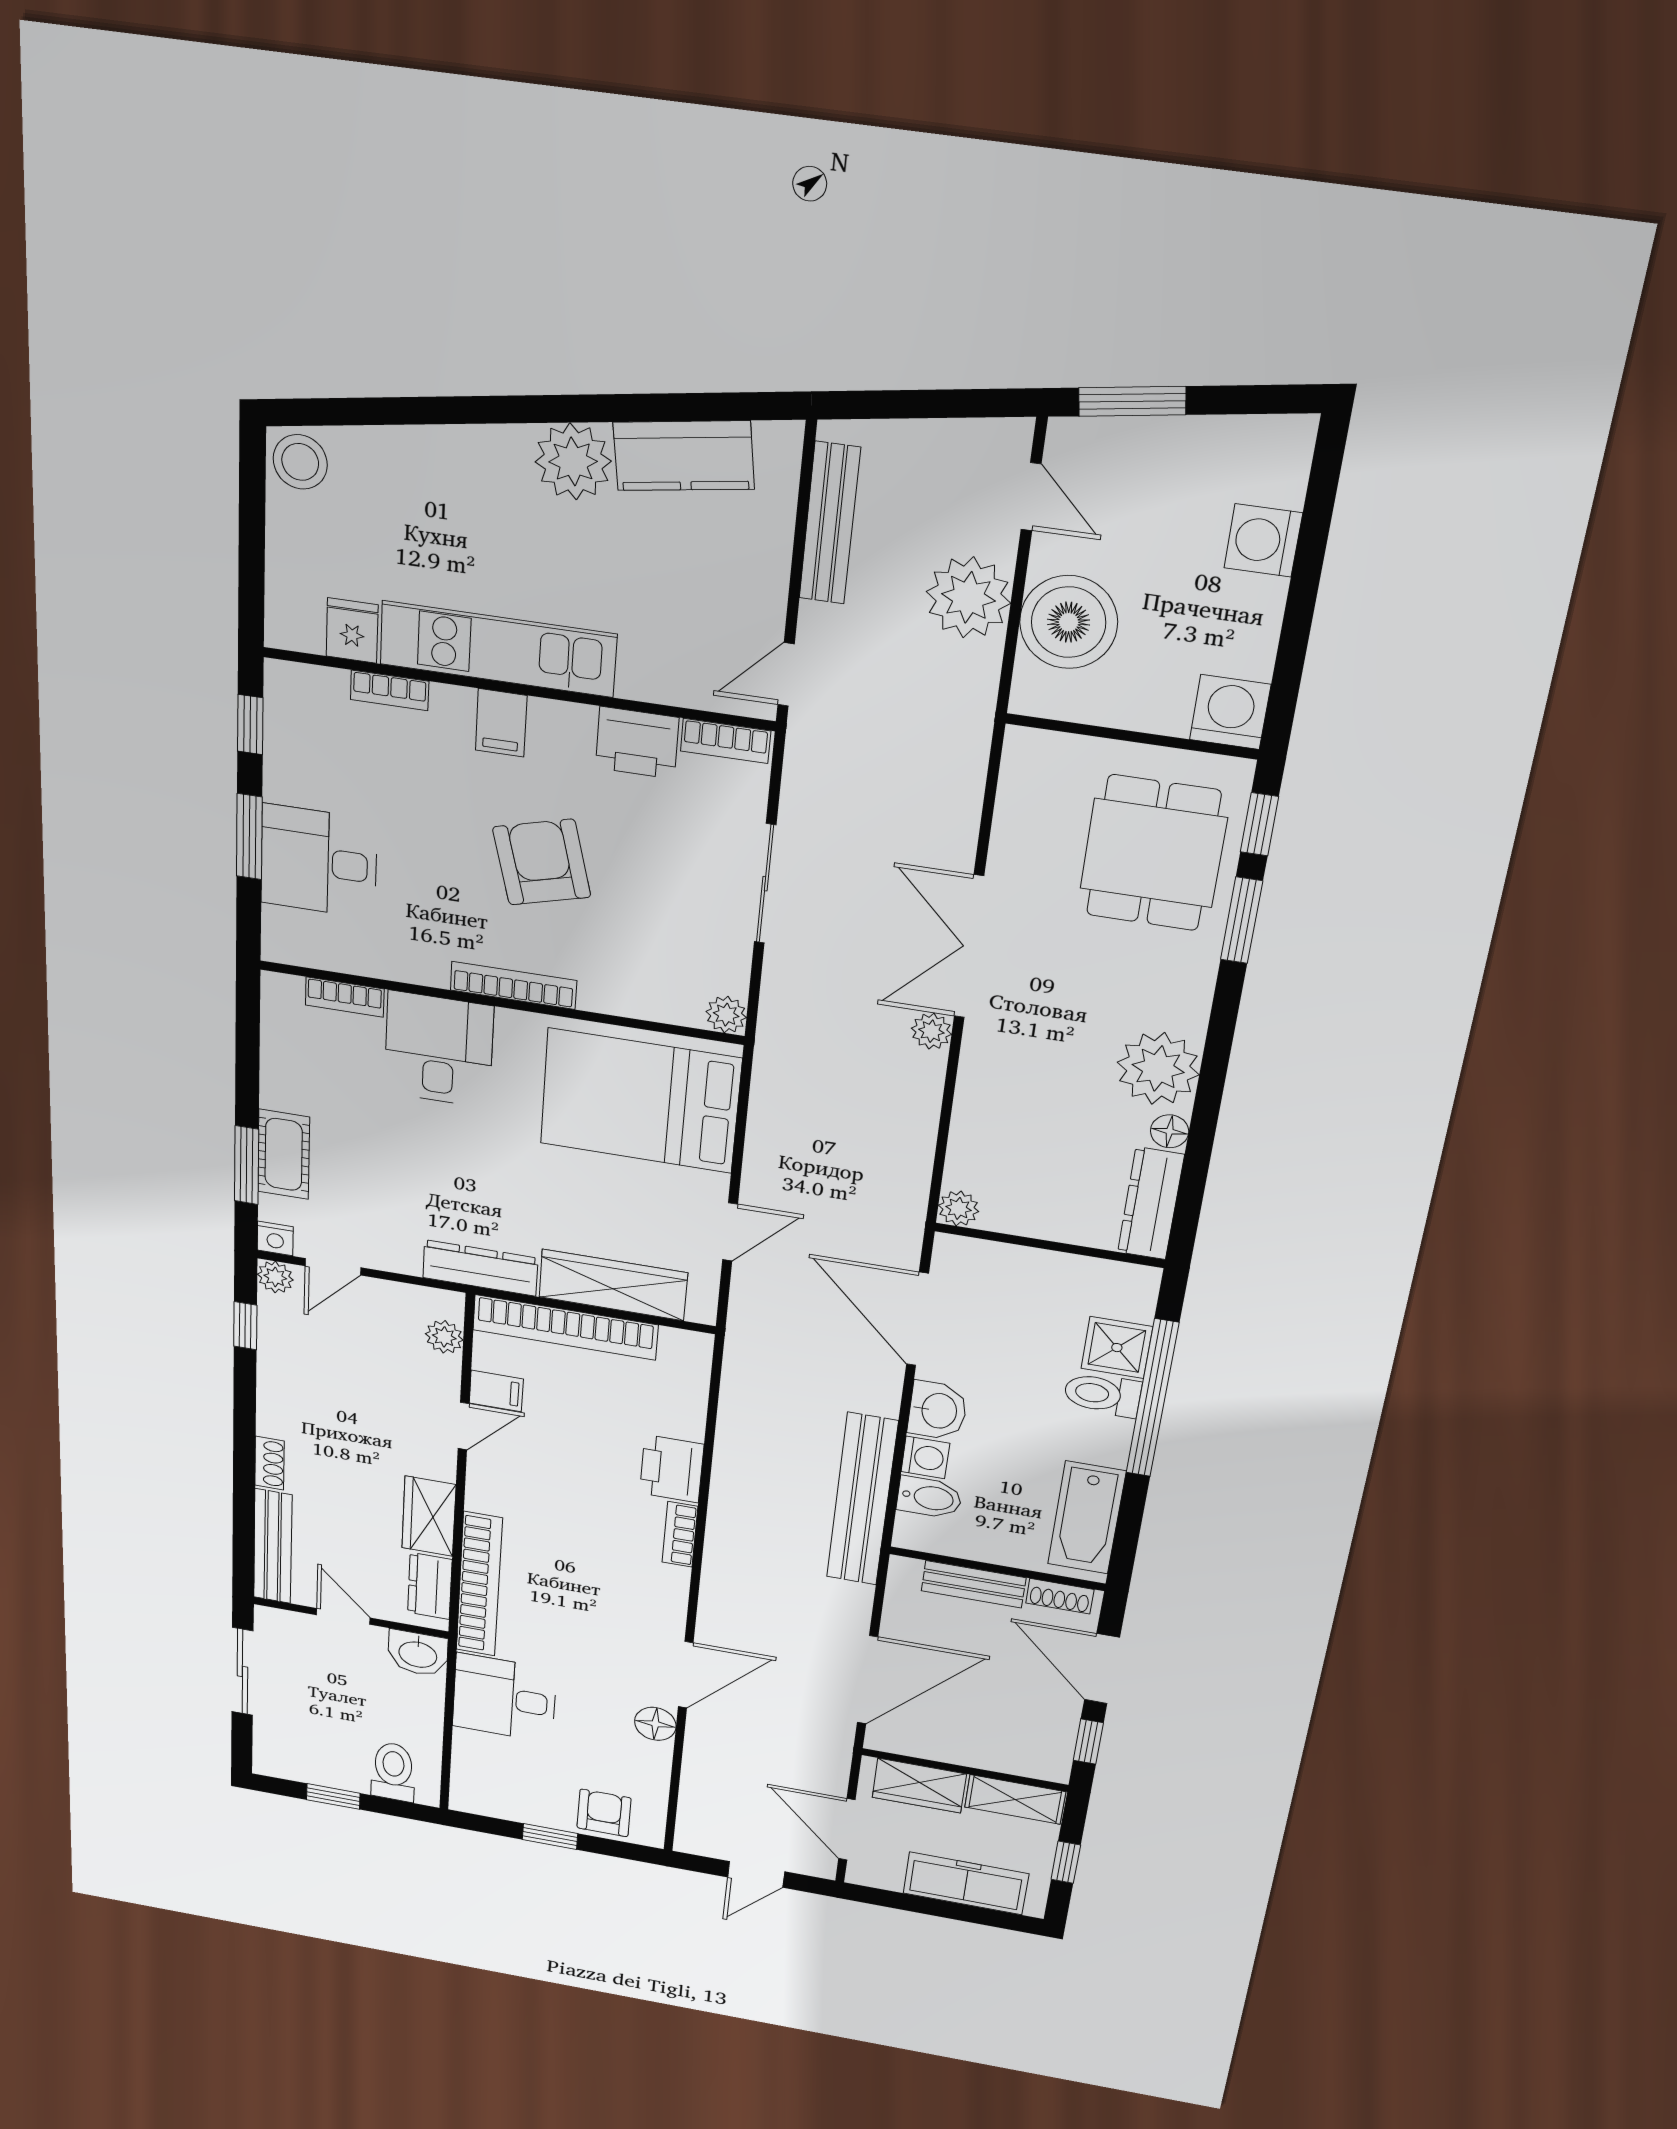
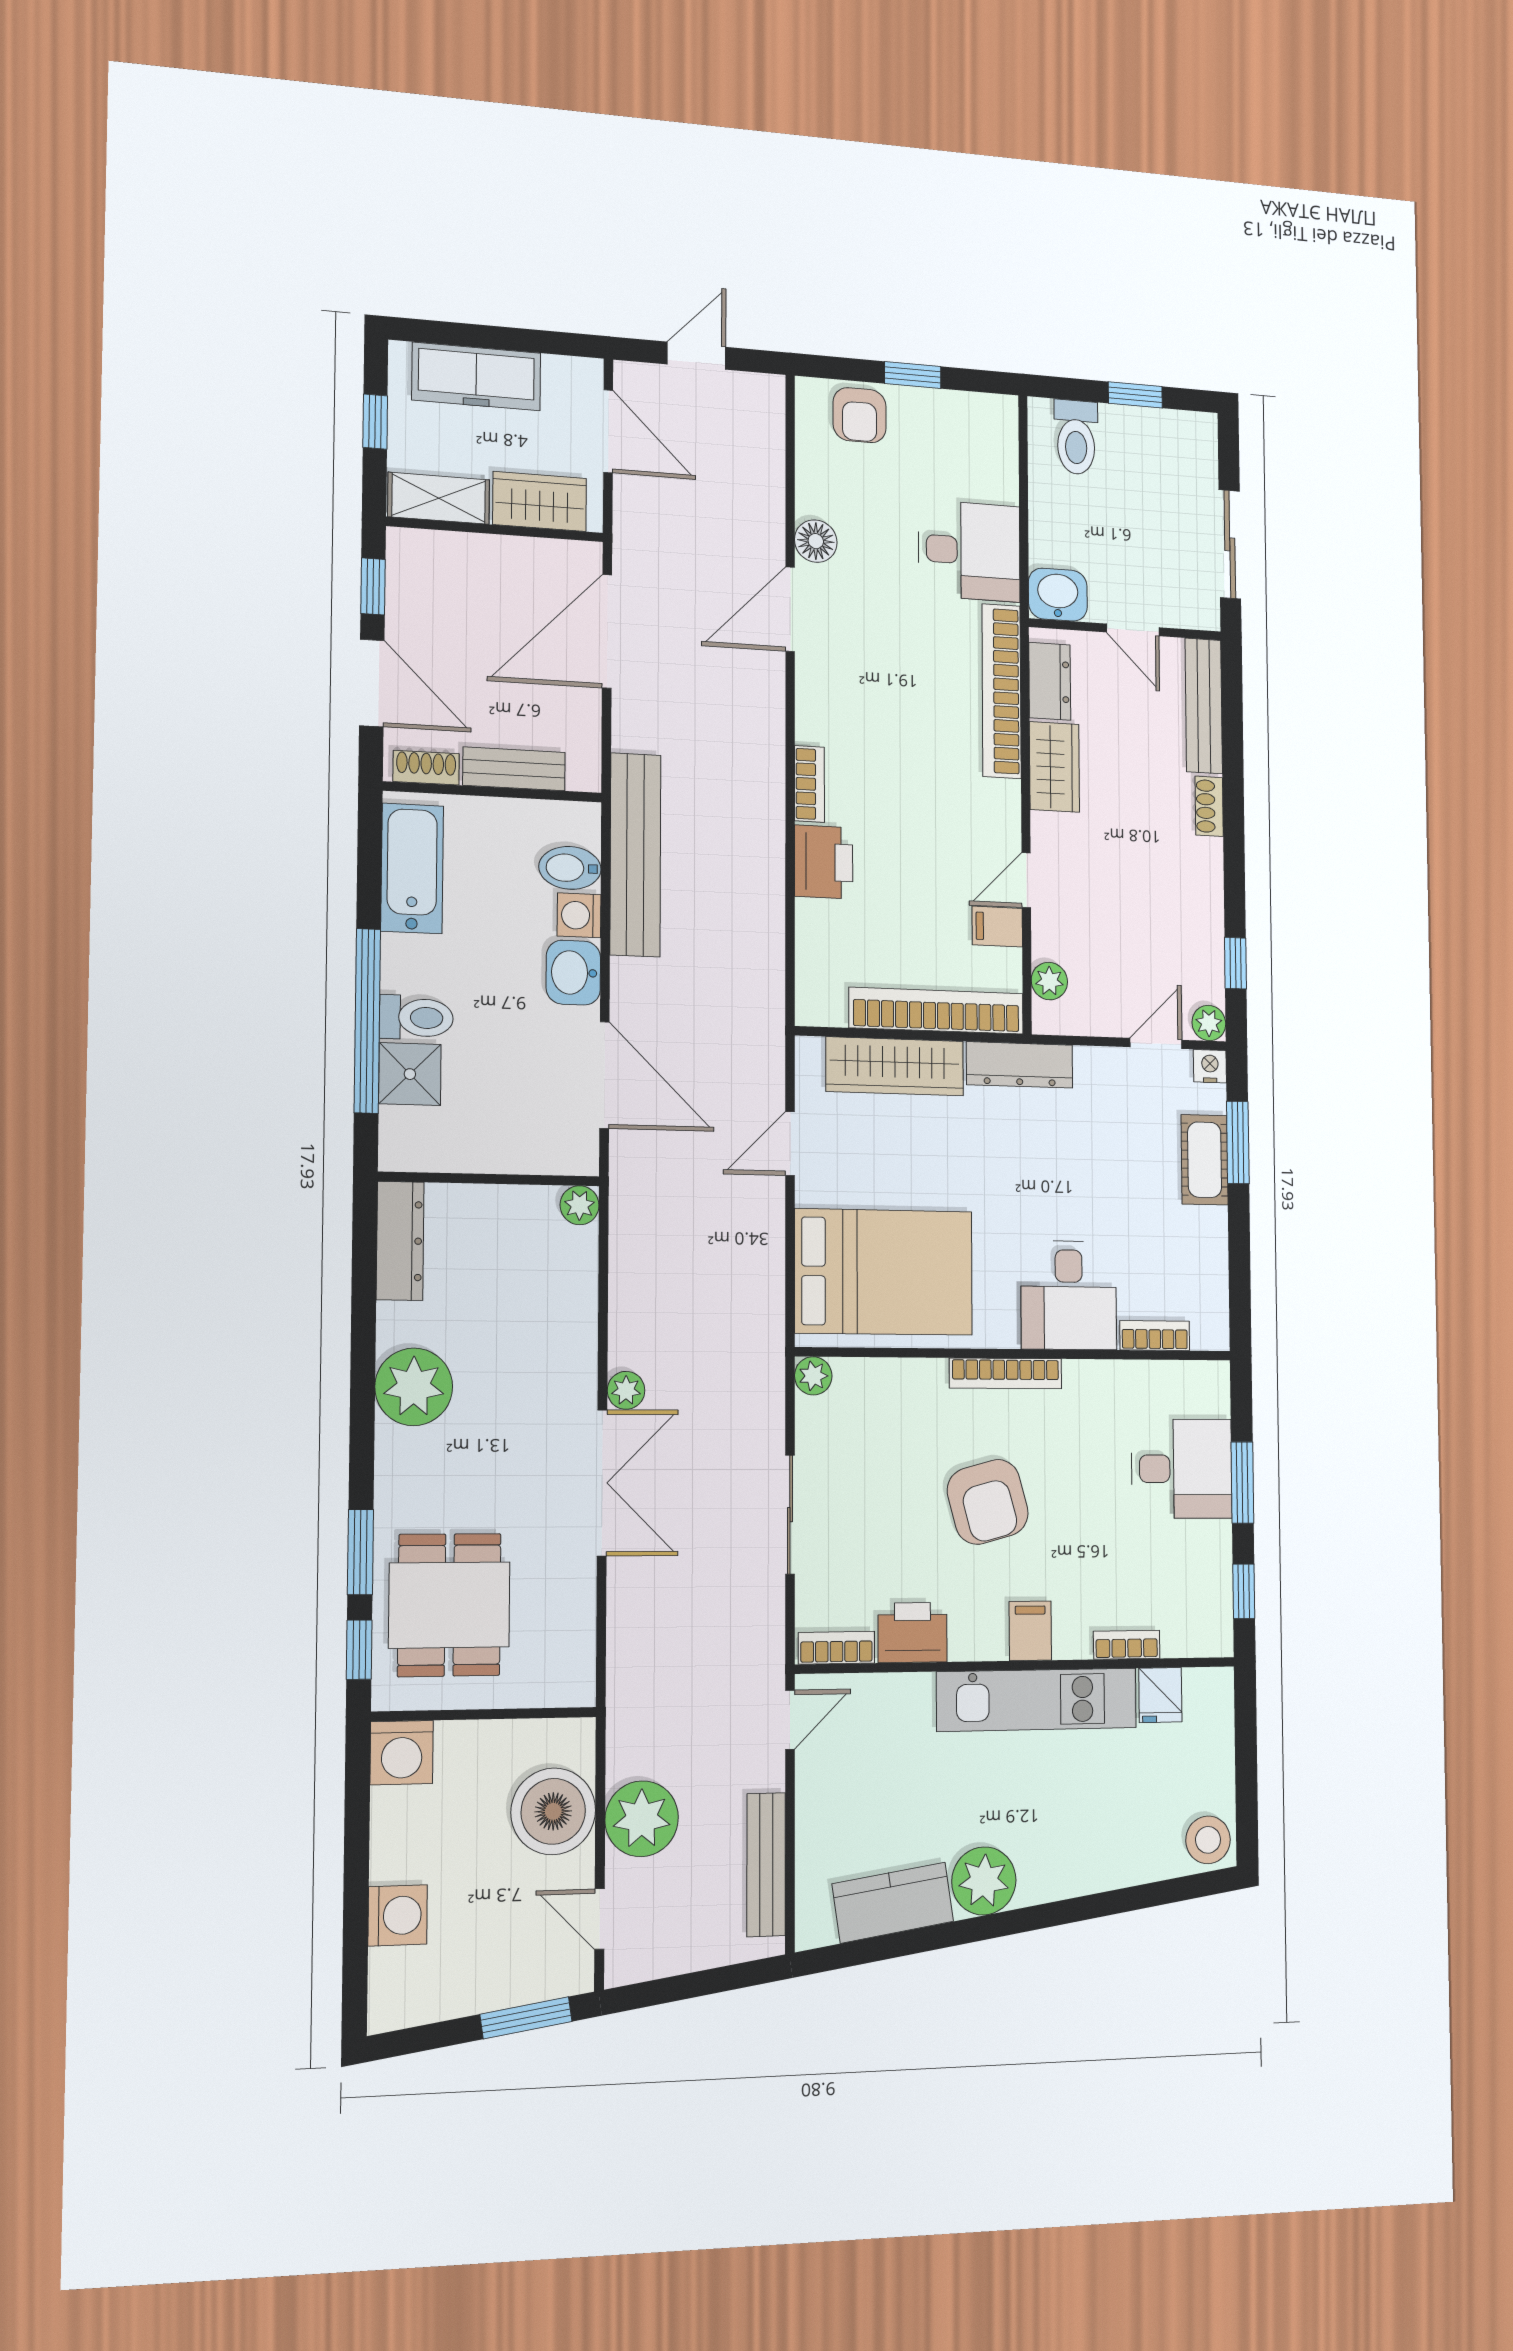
floor lamp: (1170, 1131) -> (394, 1322), removed

